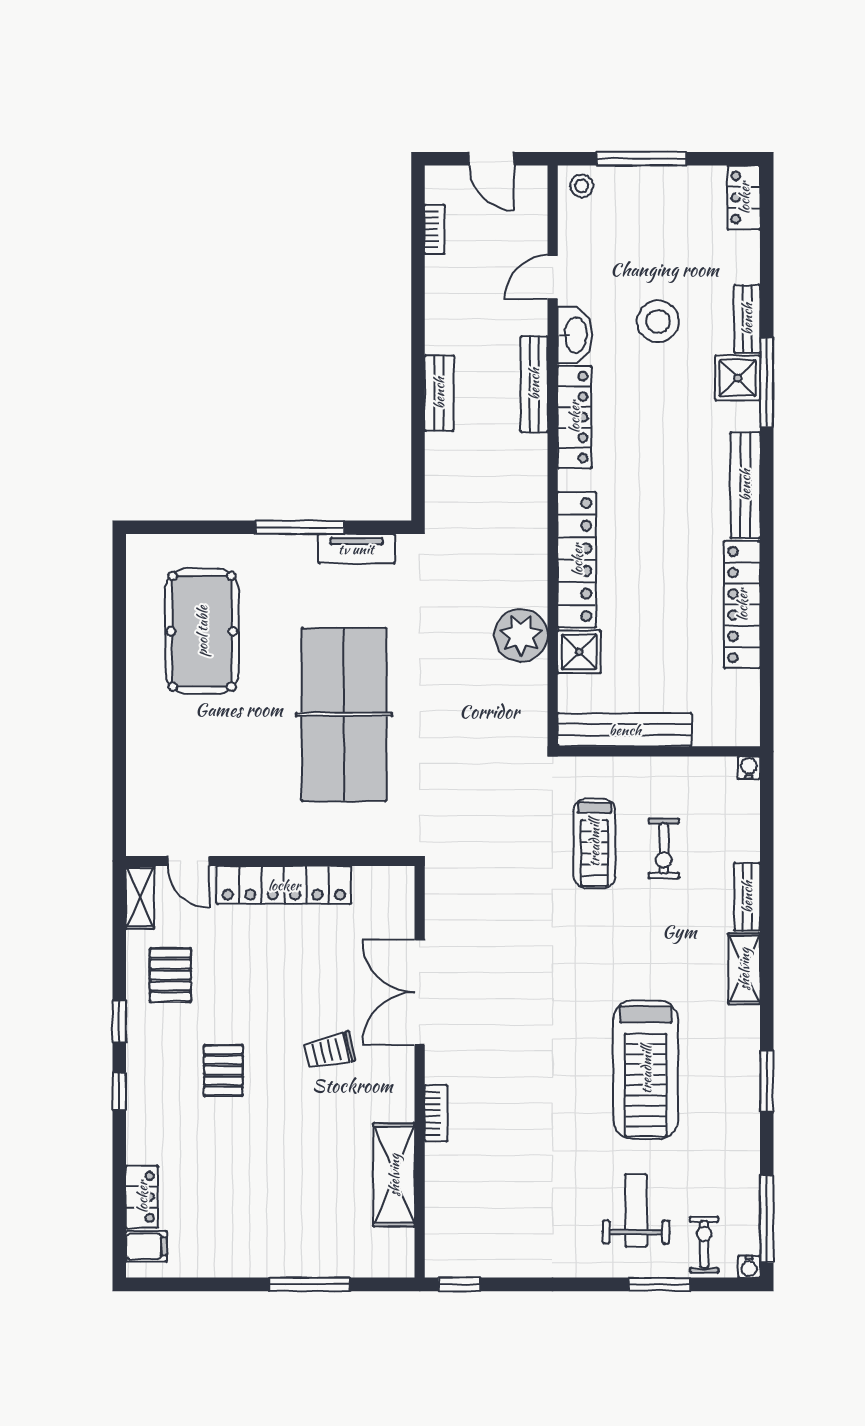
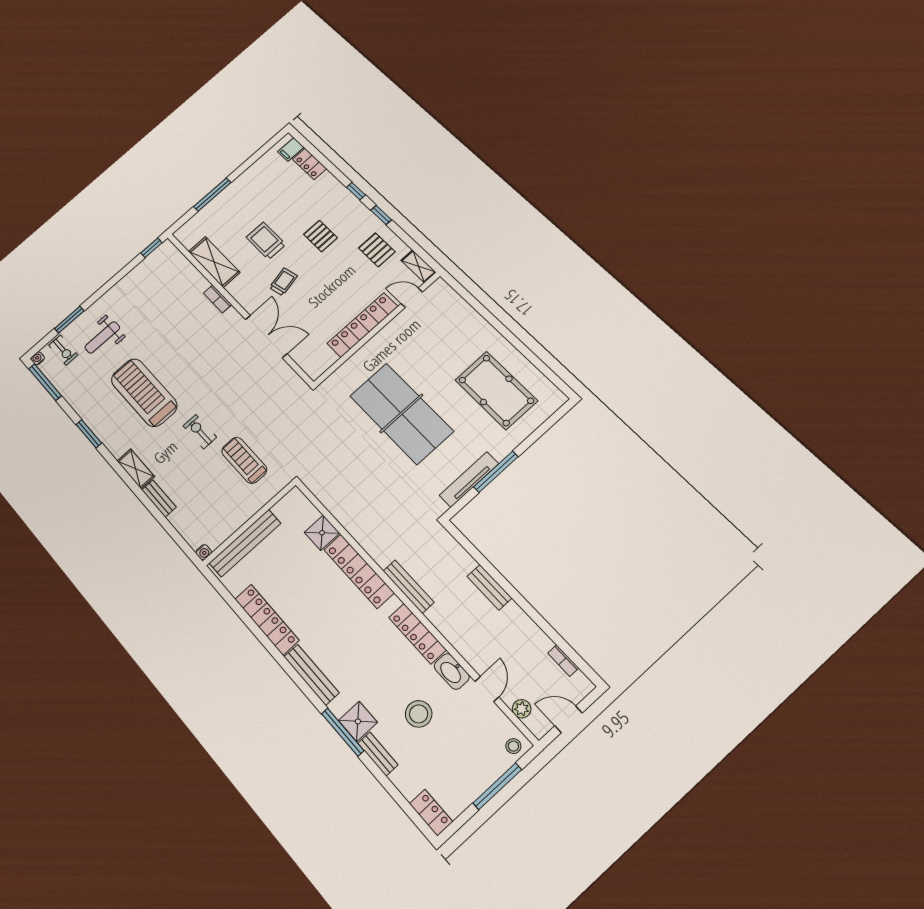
bench: (534, 384) -> (408, 587), moved
tv unit: (356, 549) -> (469, 480), width x1.41
plant: (521, 635) -> (522, 709), moved, width x0.53, depth x0.53
bench: (625, 730) -> (245, 543), moved
exercise bike: (664, 849) -> (200, 432), moved
trolley: (299, 1137) -> (266, 241), added
weight bench: (636, 1210) -> (102, 337), turned 90

